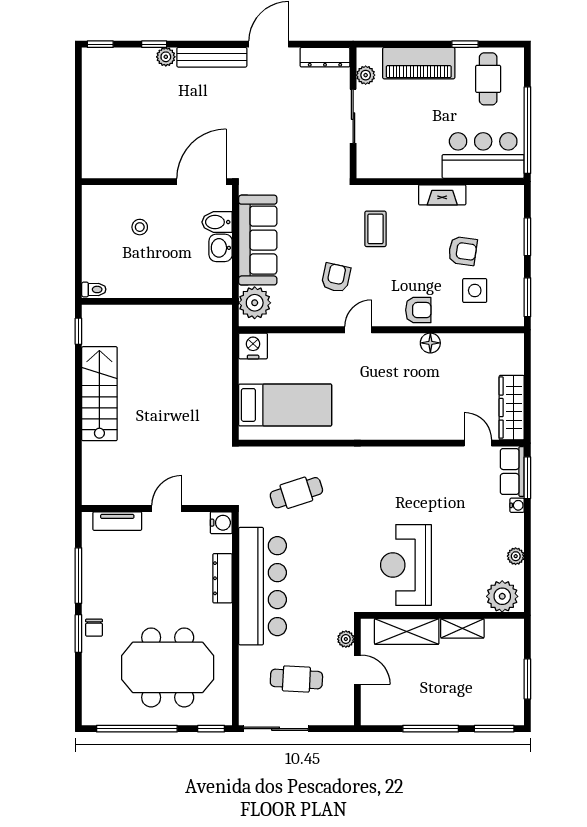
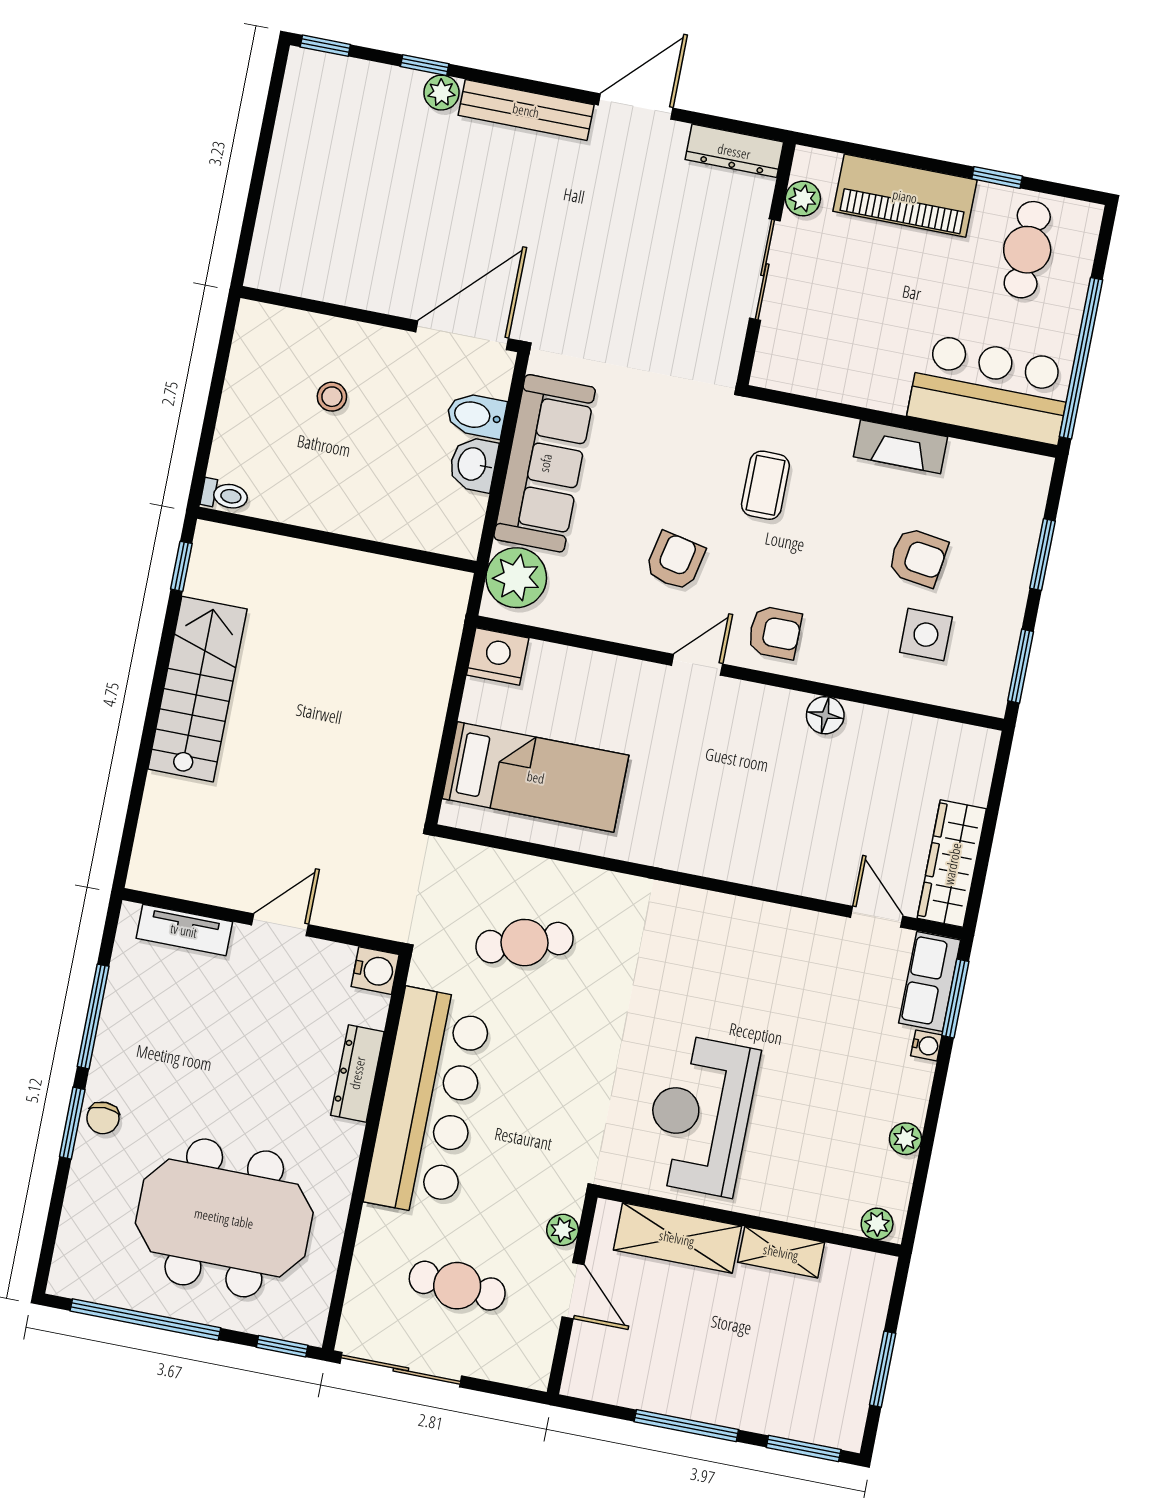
armchair: (418, 310) -> (775, 633), moved
plant: (502, 596) -> (877, 1224), width x0.53, depth x0.53

